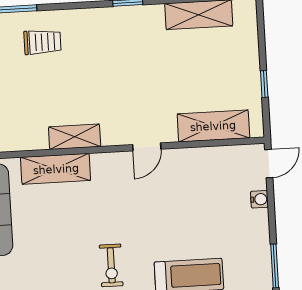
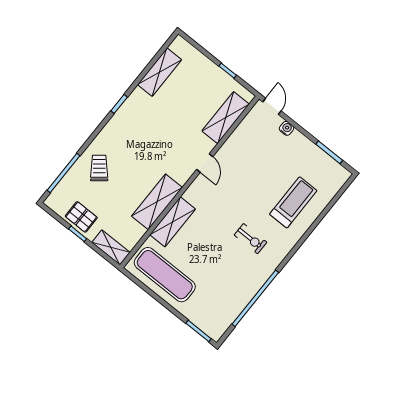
trolley: (43, 42) -> (99, 168), turned -39
shelving: (75, 137) -> (157, 202), width x1.50, depth x1.33

